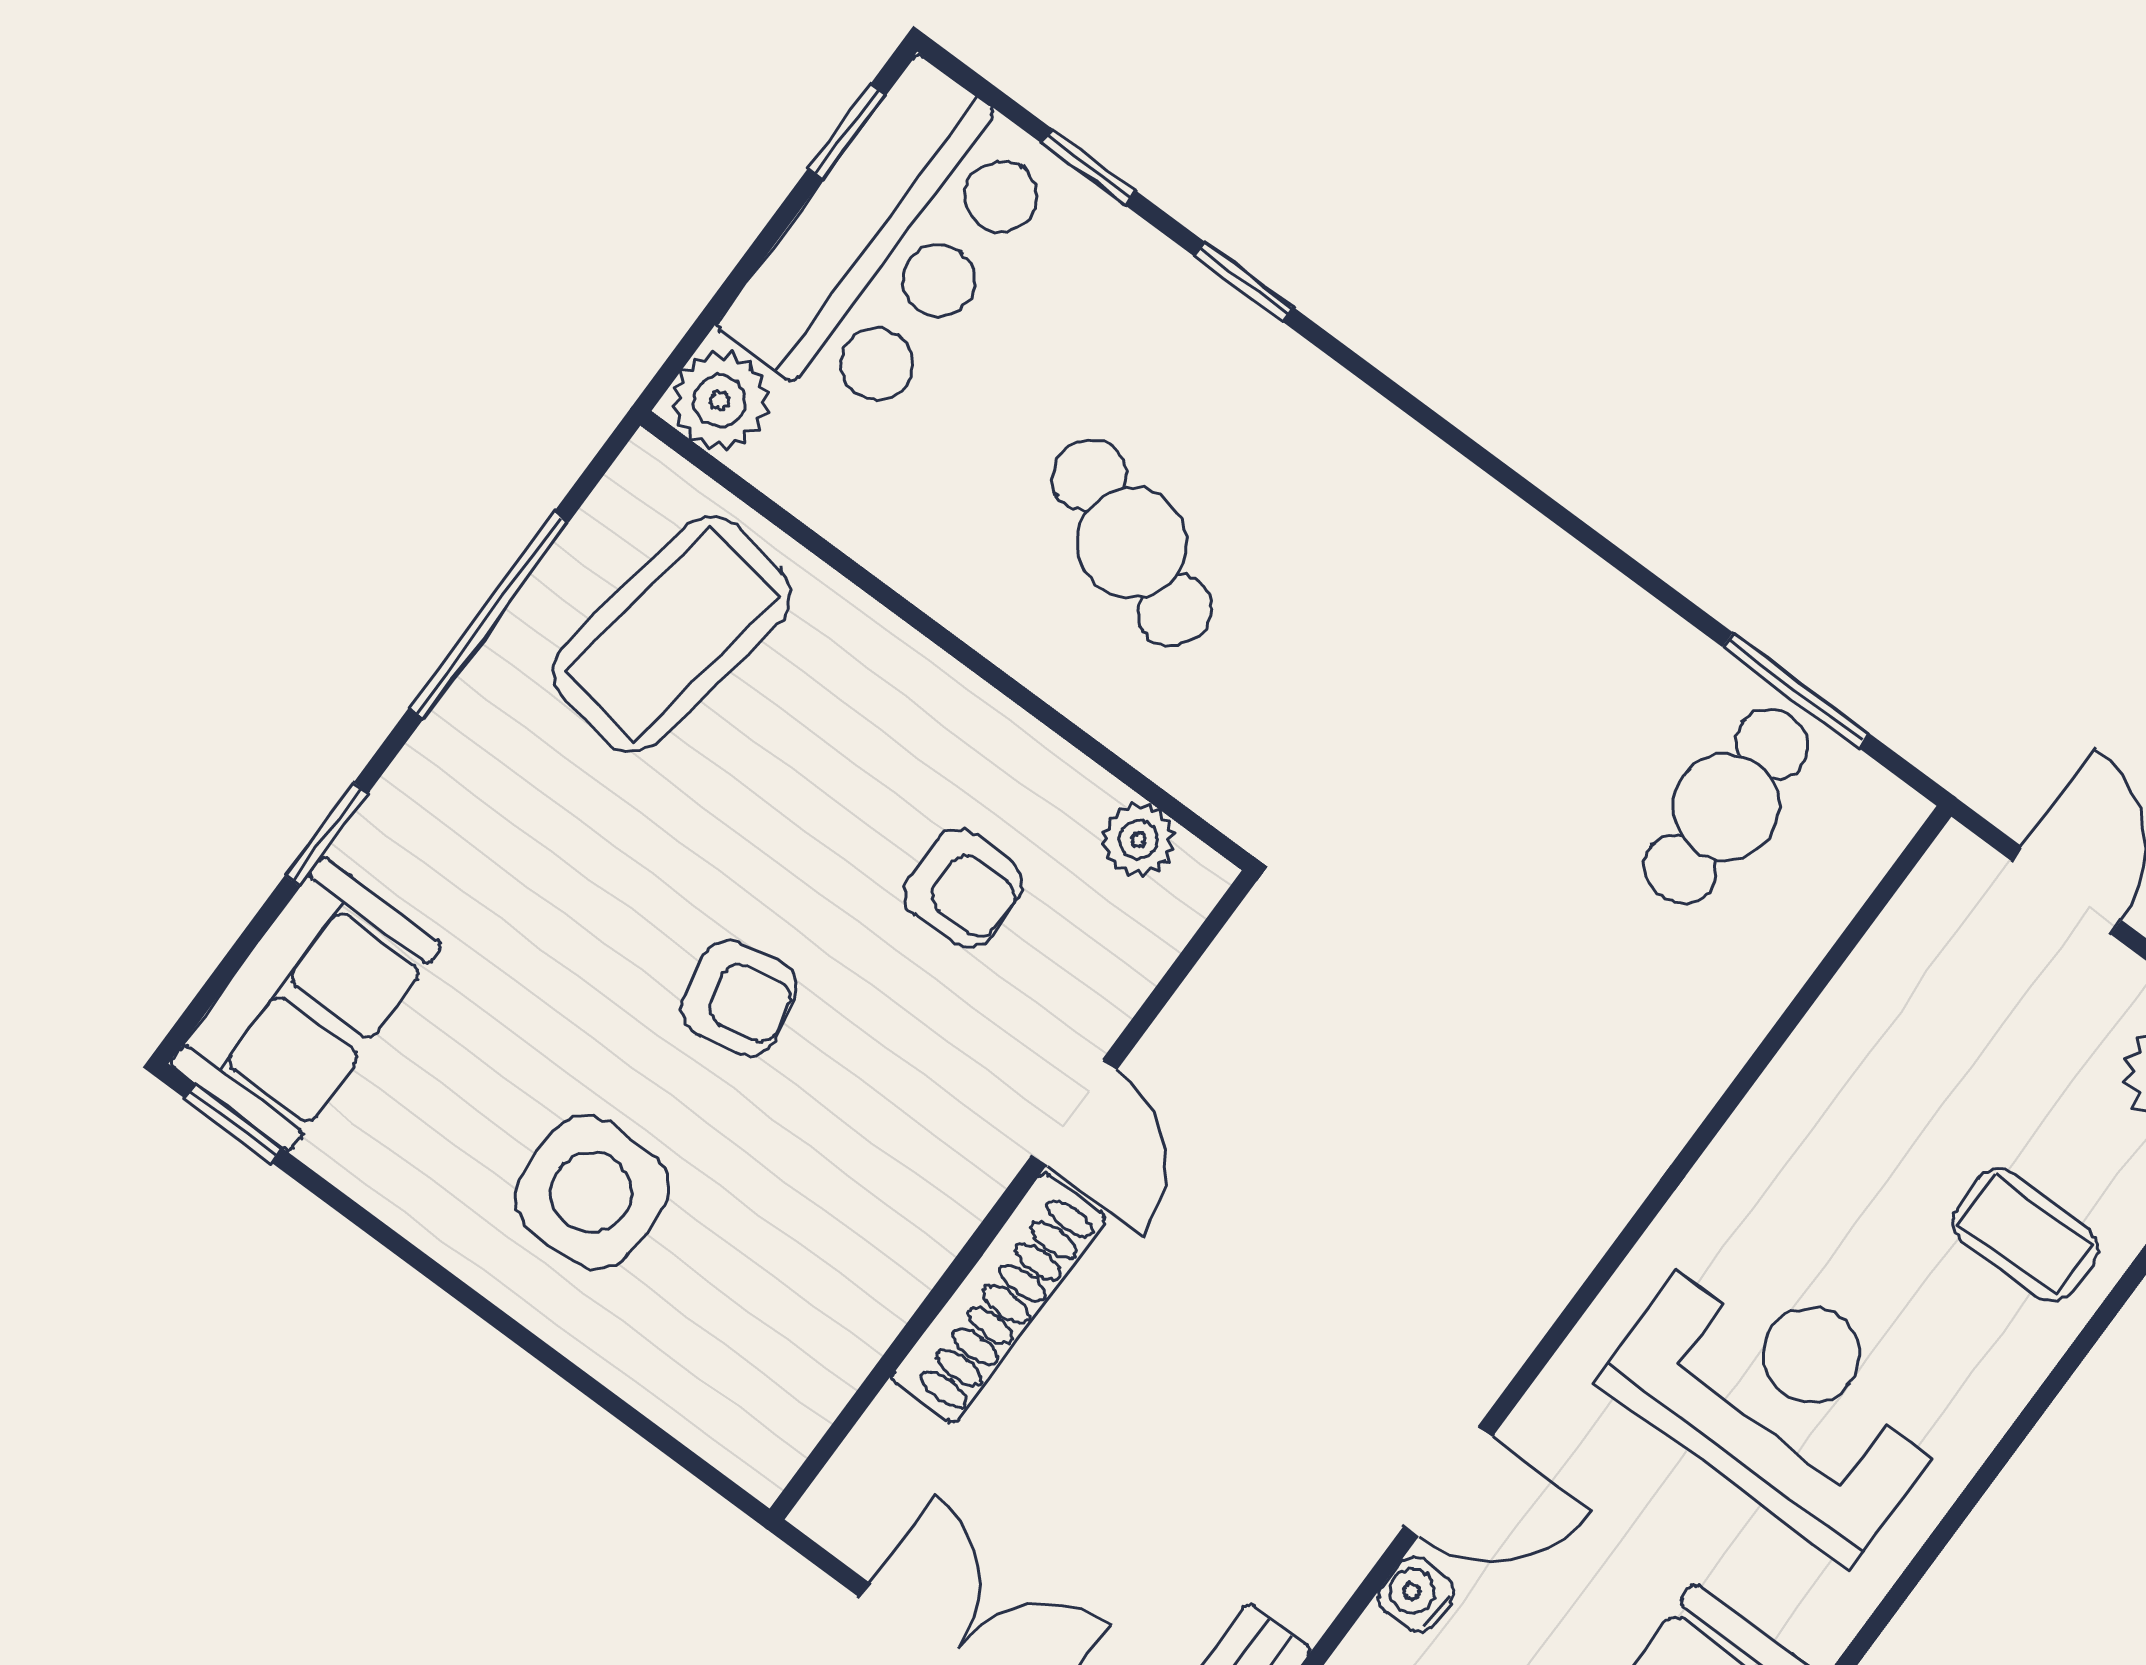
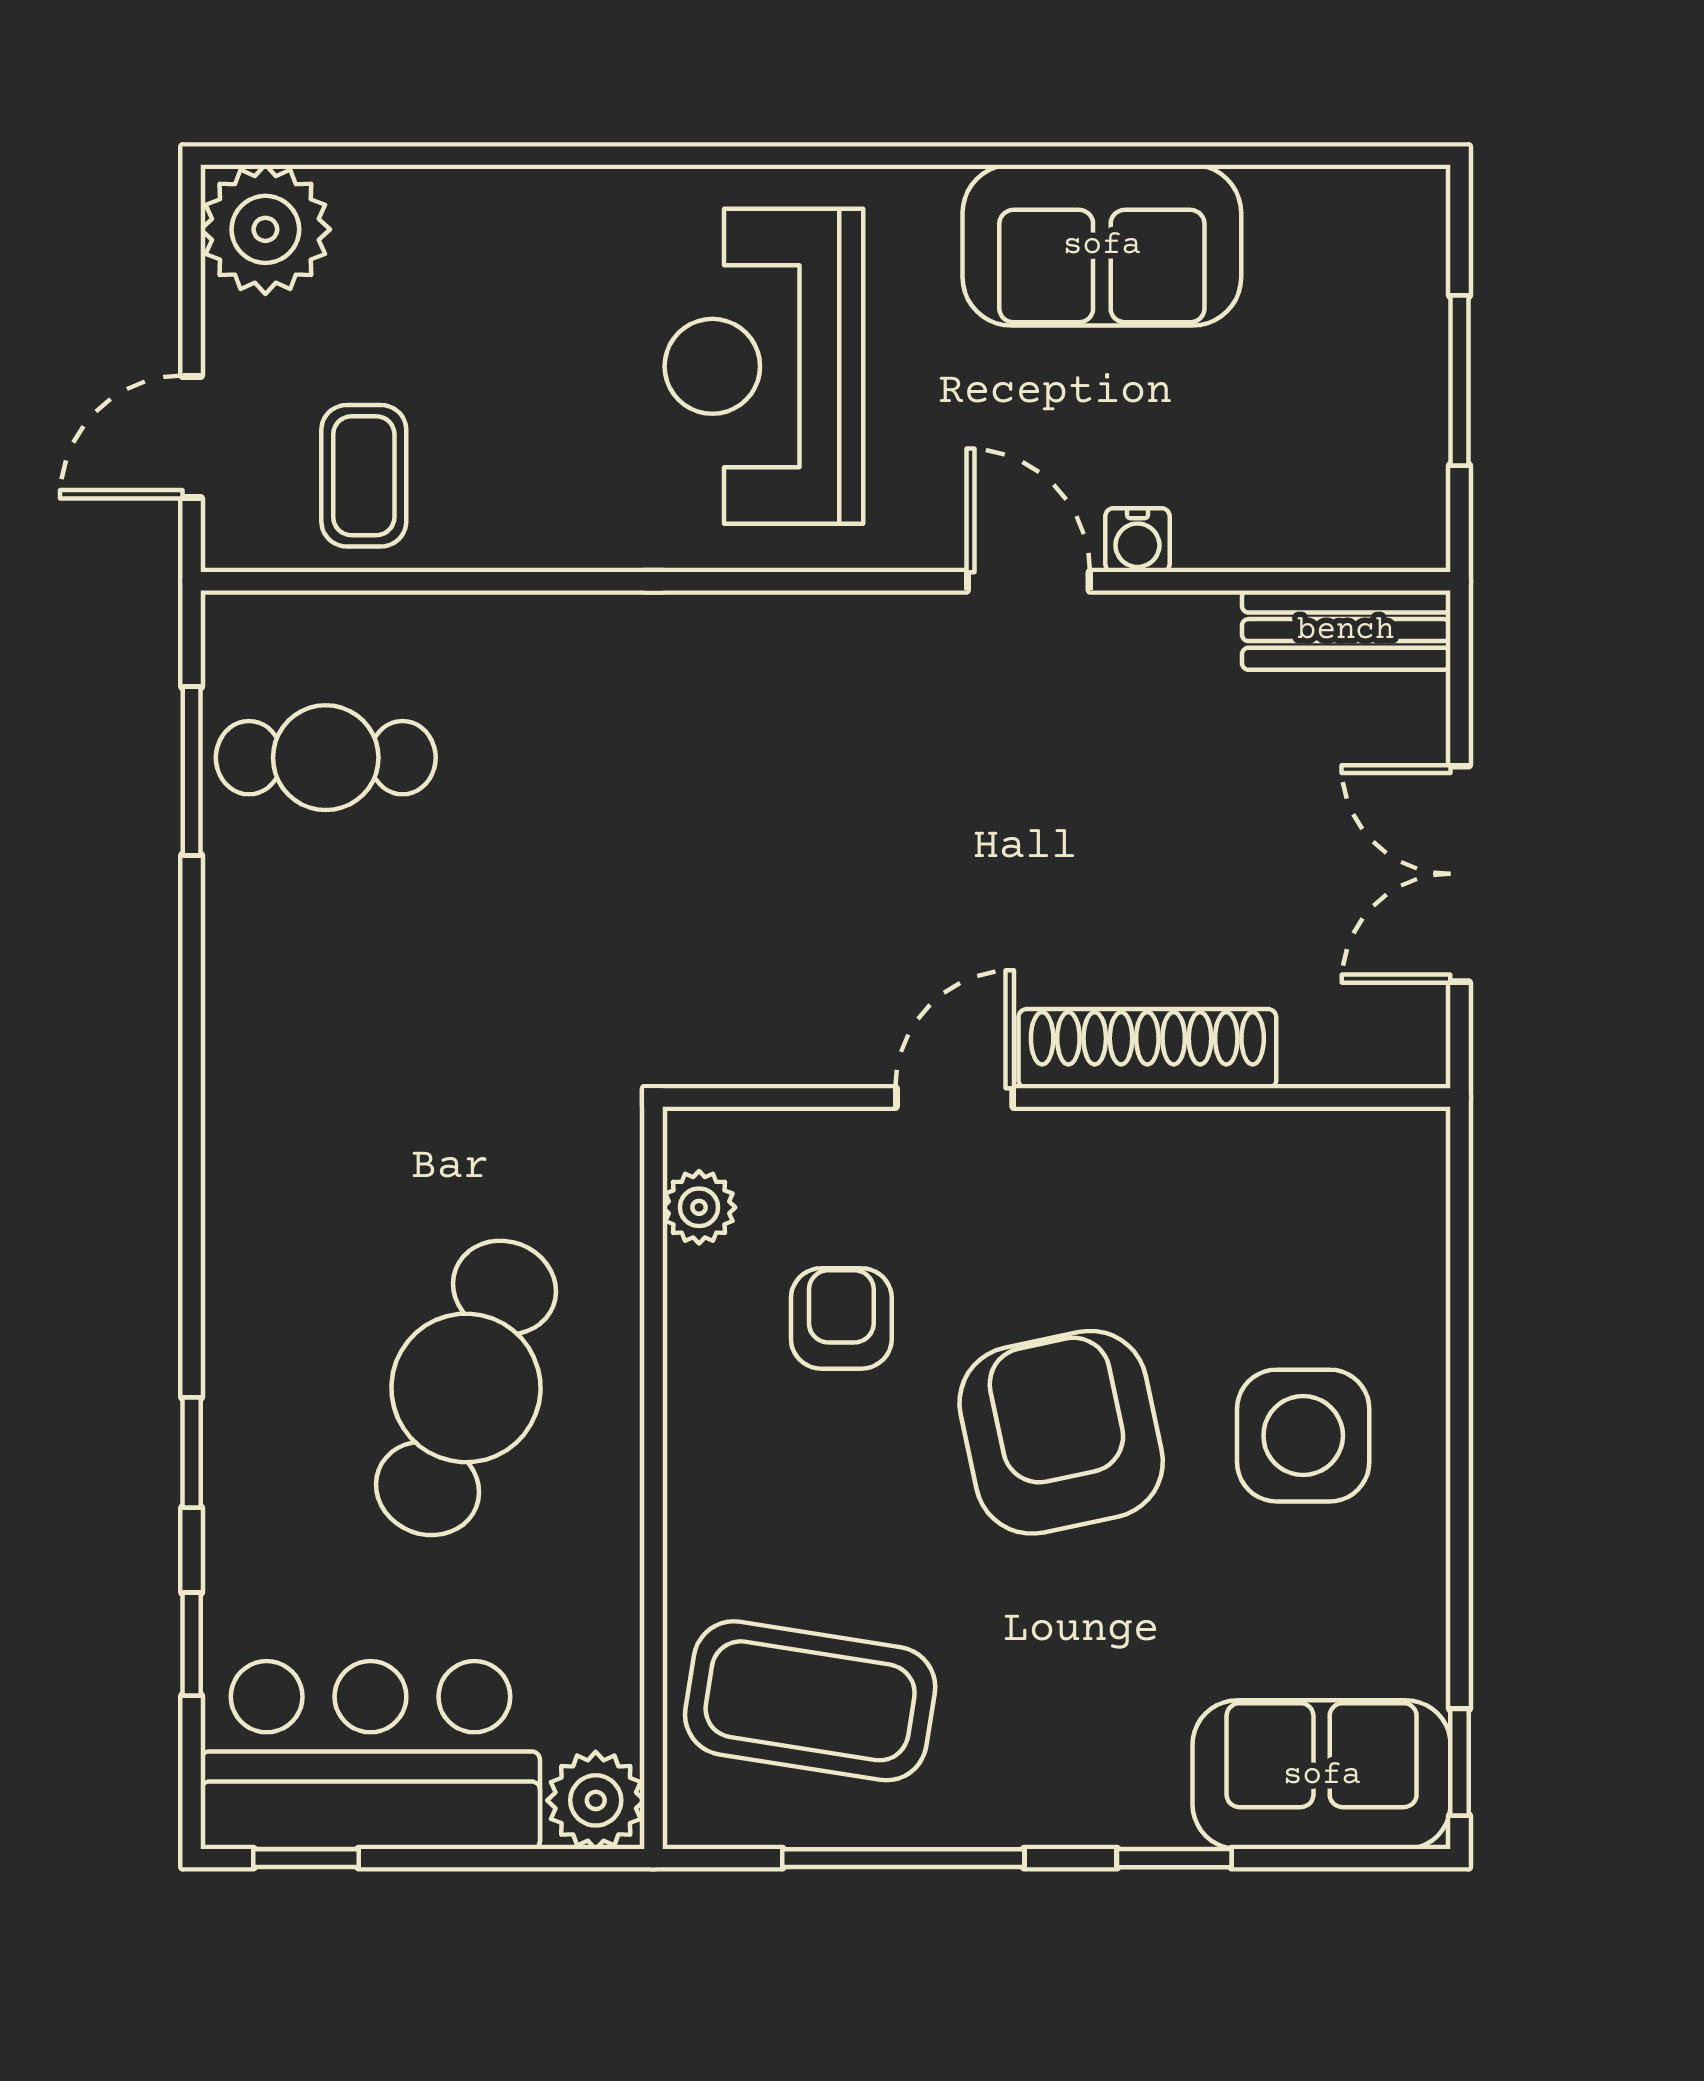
cafe table: (1132, 543) -> (466, 1388), width x1.37, depth x1.35
armchair: (739, 998) -> (1061, 1432), width x1.88, depth x1.88
coffee table: (2025, 1235) -> (364, 476), moved

